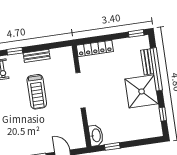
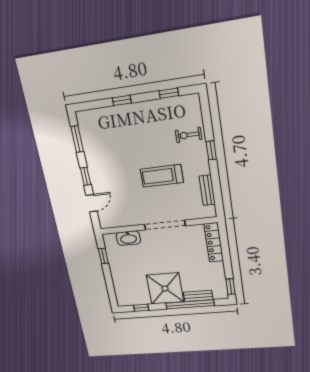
bench: (37, 56) -> (207, 190), moved
washbasin: (96, 135) -> (128, 238), moved

